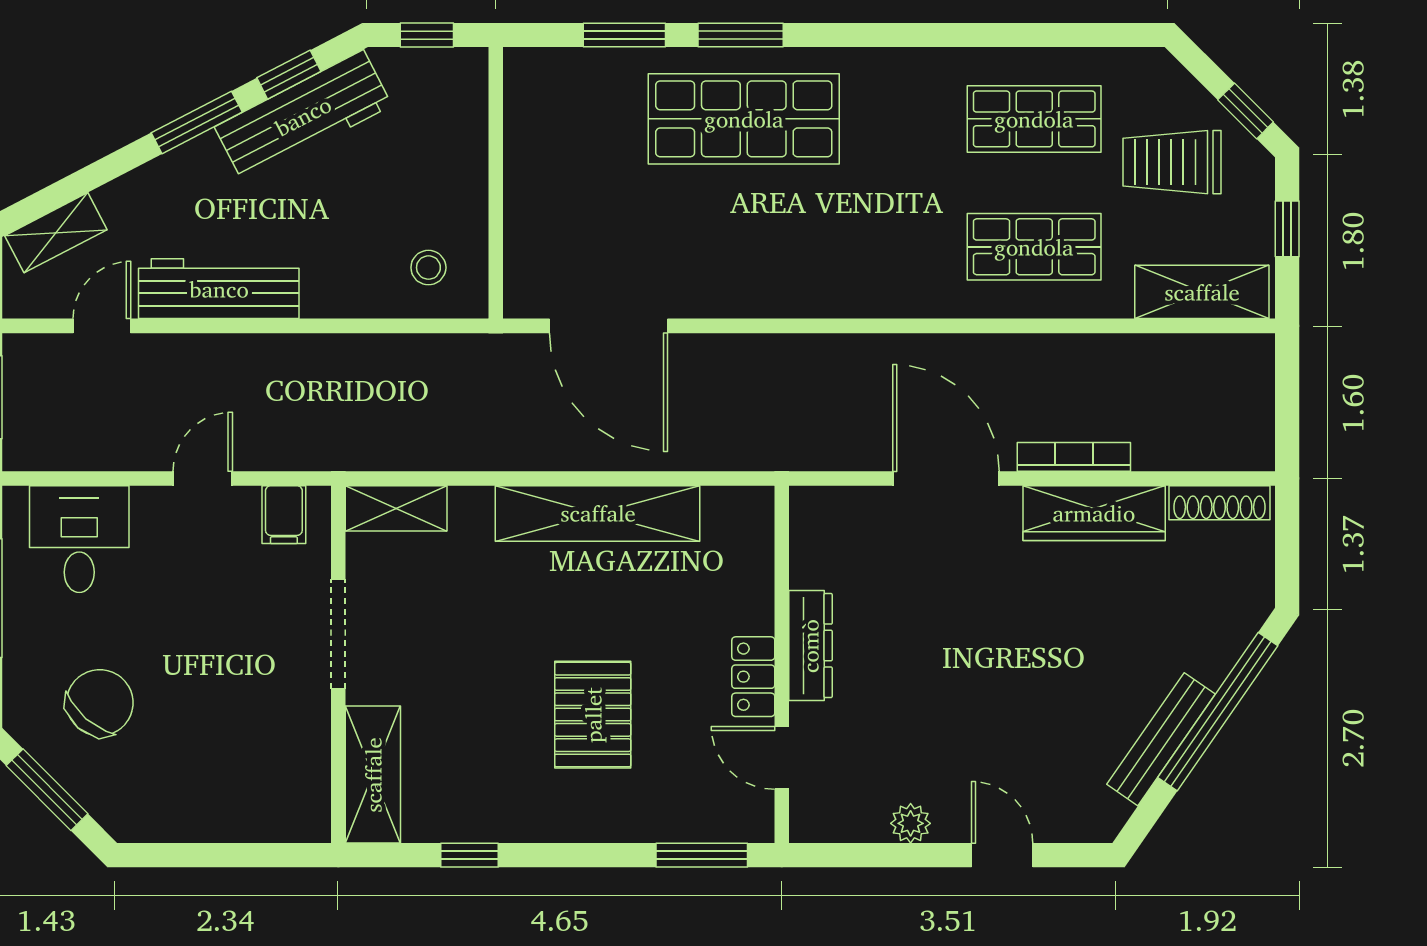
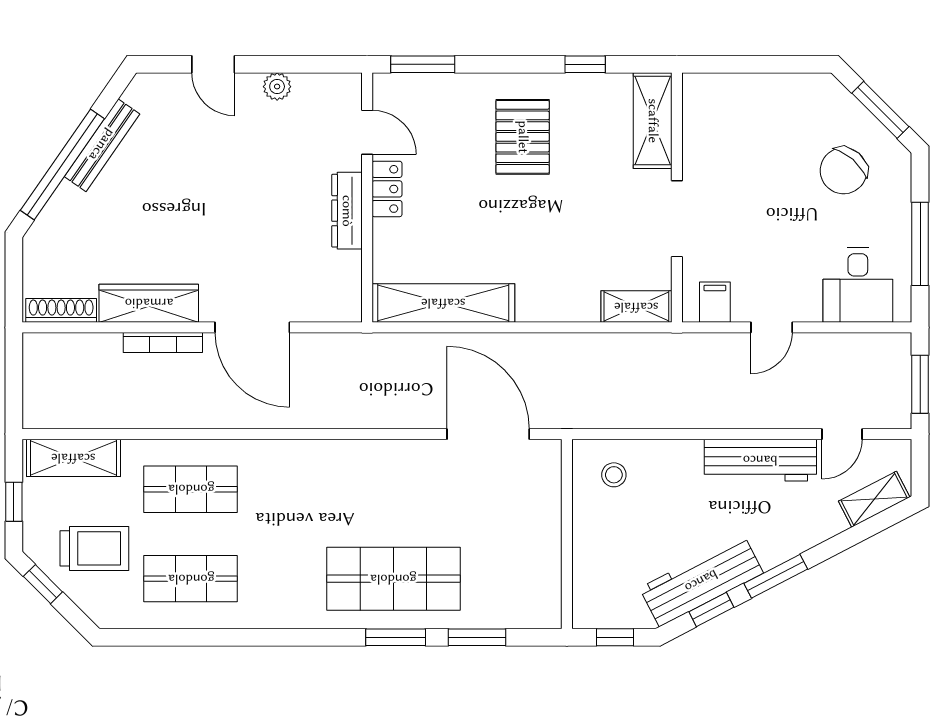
shelving: (598, 513) -> (443, 303), moved
pallet: (593, 715) -> (523, 137), moved

